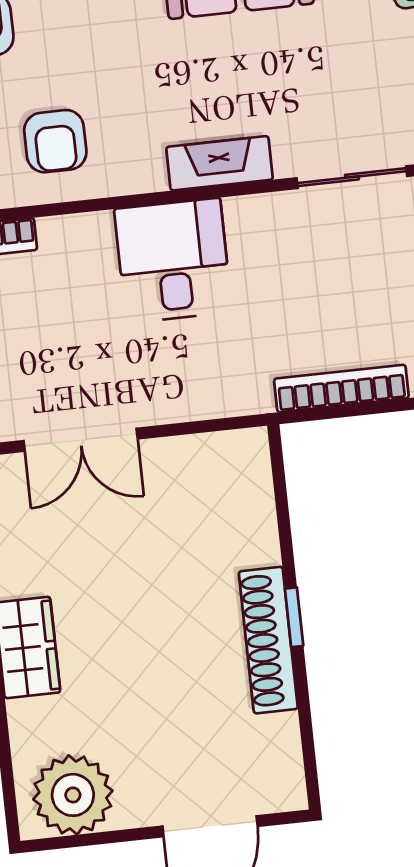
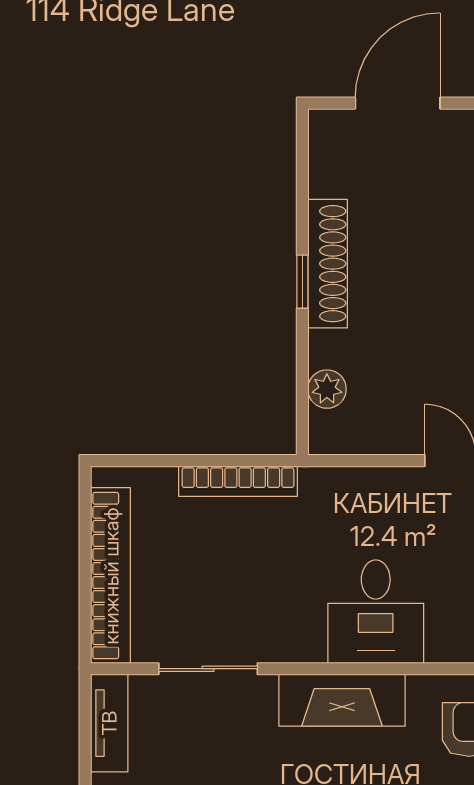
fireplace: (219, 163) -> (342, 700), width x1.37, depth x1.32
plant: (254, 501) -> (327, 389), added

